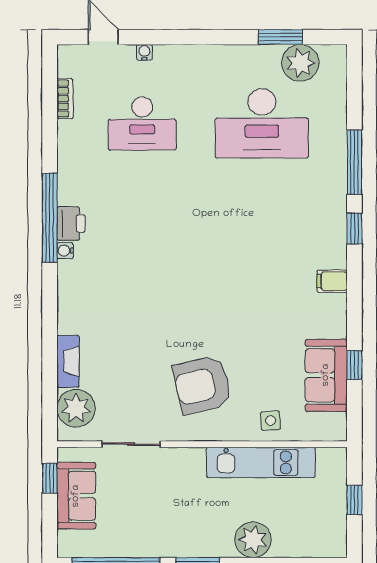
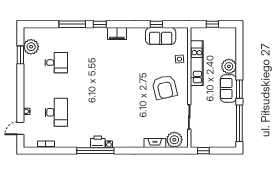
desk: (262, 124) -> (56, 63), width x0.53, depth x0.77
filing cabinet: (332, 281) -> (117, 34), width x2.00
sofa: (76, 496) -> (228, 88), moved, turned -90

